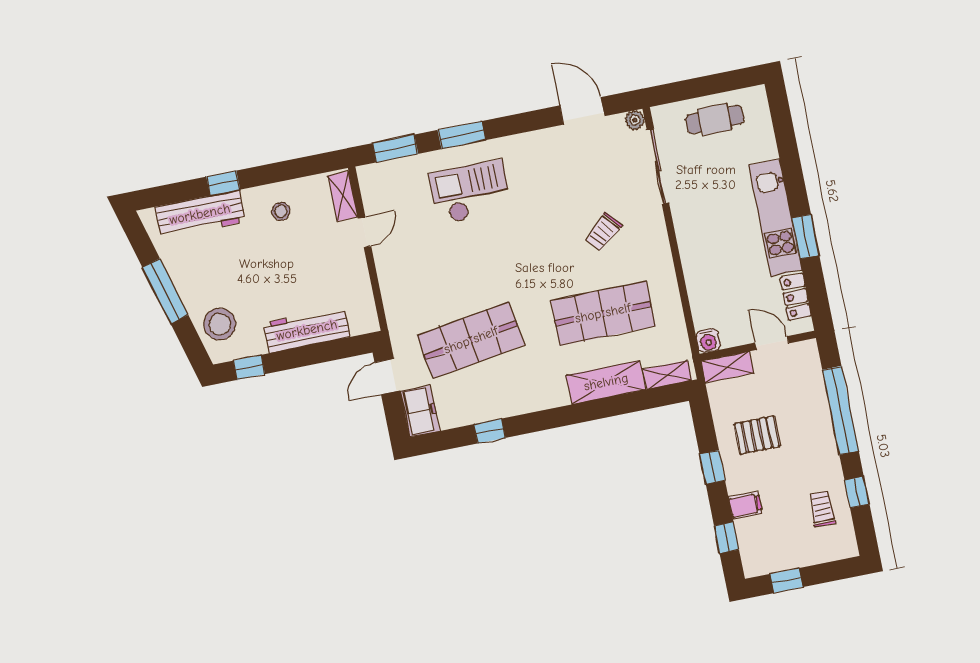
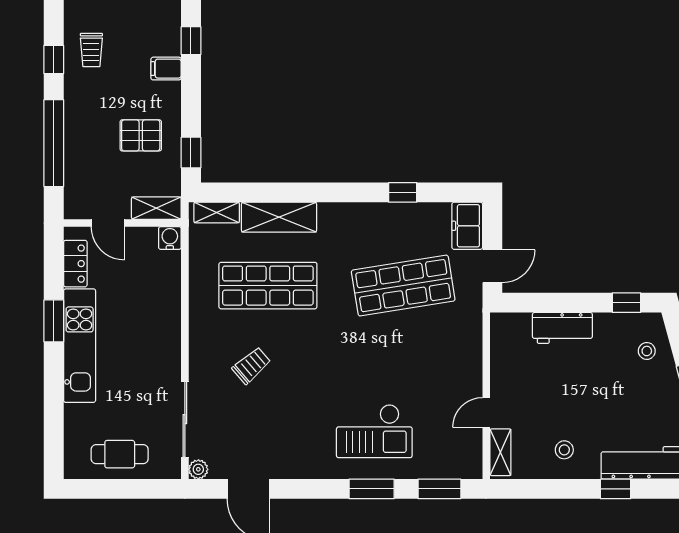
stool: (220, 324) -> (647, 351), width x0.53, depth x0.53
workbench: (307, 330) -> (562, 328), width x0.73
window: (712, 467) -> (191, 153), moved

